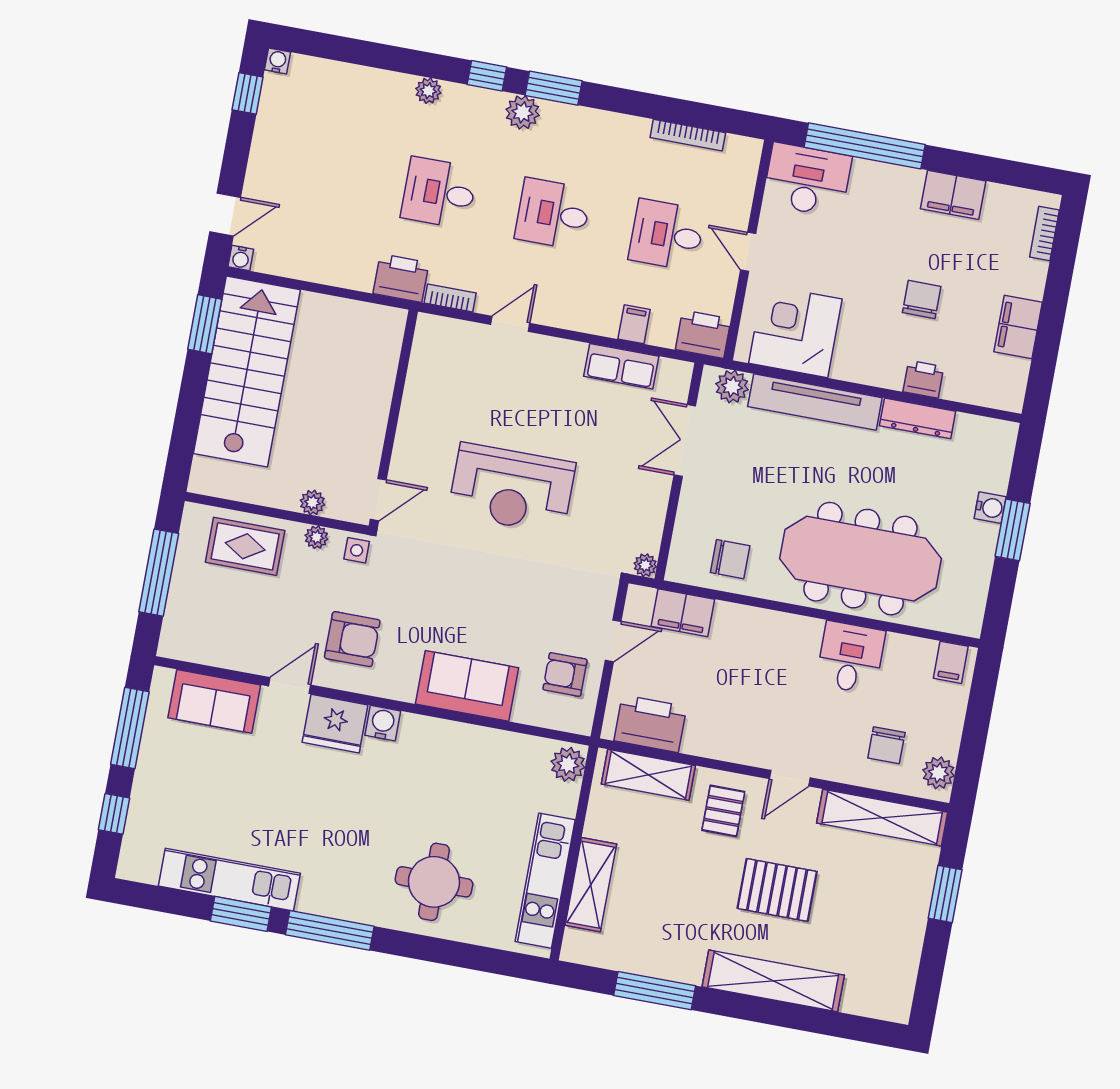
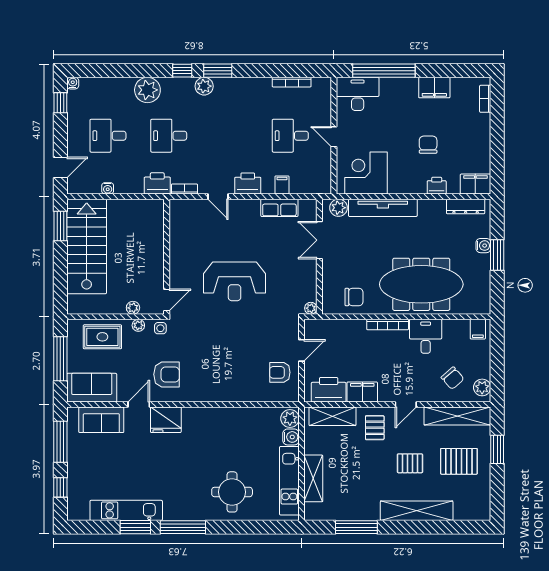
plant: (428, 91) -> (147, 90), width x1.87, depth x1.87
desk: (553, 214) -> (108, 136), moved
water cooler: (241, 258) -> (108, 188), moved
door: (510, 324) -> (218, 197), swing flipped
filing cabinet: (1018, 327) -> (475, 184), moved, turned 90
printer: (703, 334) -> (248, 183), moved
dresser: (918, 418) -> (466, 206), moved
filing cabinet: (683, 613) -> (362, 392), moved, turned 180
bookcase: (783, 622) -> (388, 325), added
sofa: (467, 686) -> (92, 388), moved
water cooler: (383, 723) -> (291, 437), moved, turned 90
chair: (886, 745) -> (453, 378), turned -41
pallet: (777, 890) -> (410, 463), width x0.67, depth x0.71
pallet: (869, 903) -> (459, 461), added

